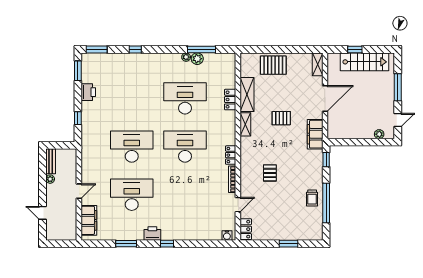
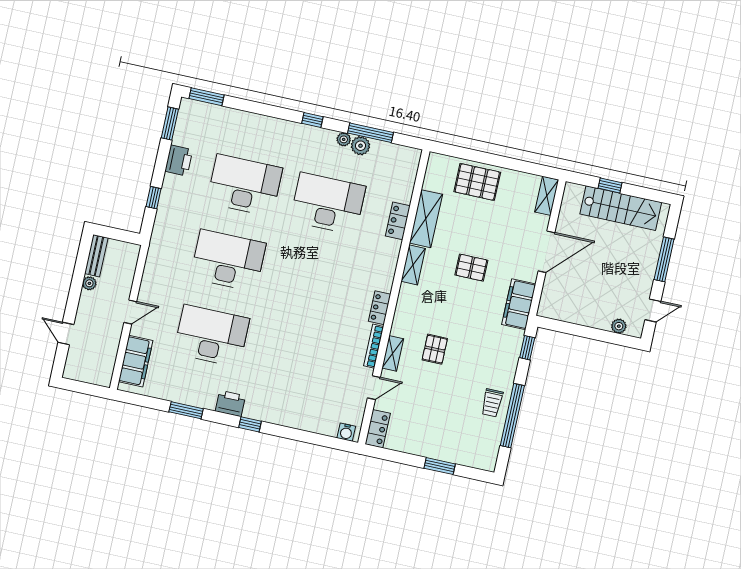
window: (135, 49) -> (312, 120), moved
desk: (185, 147) -> (245, 185), moved
shelving: (245, 181) -> (393, 353), added

